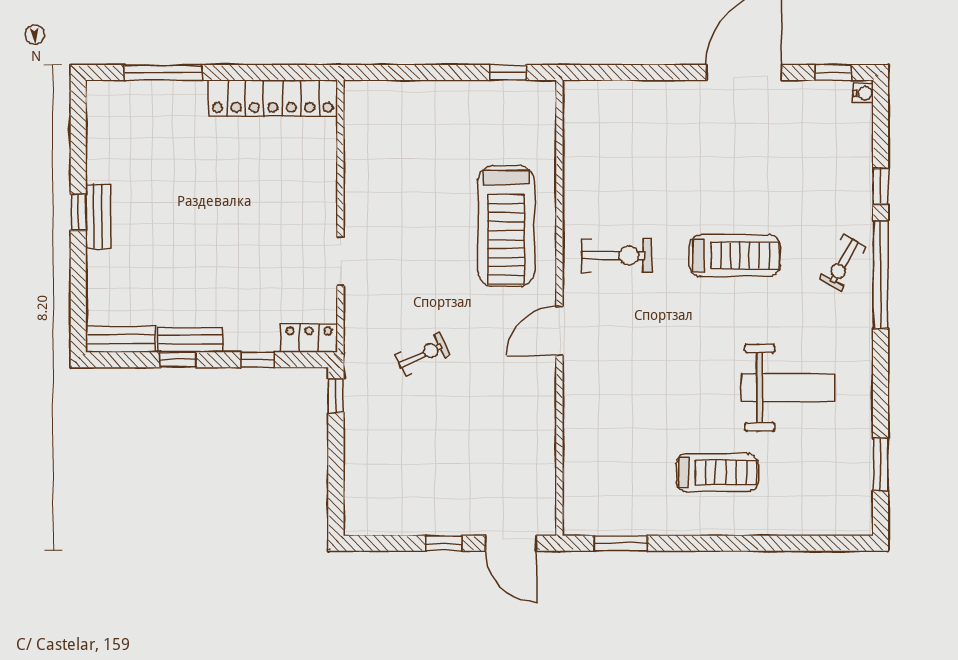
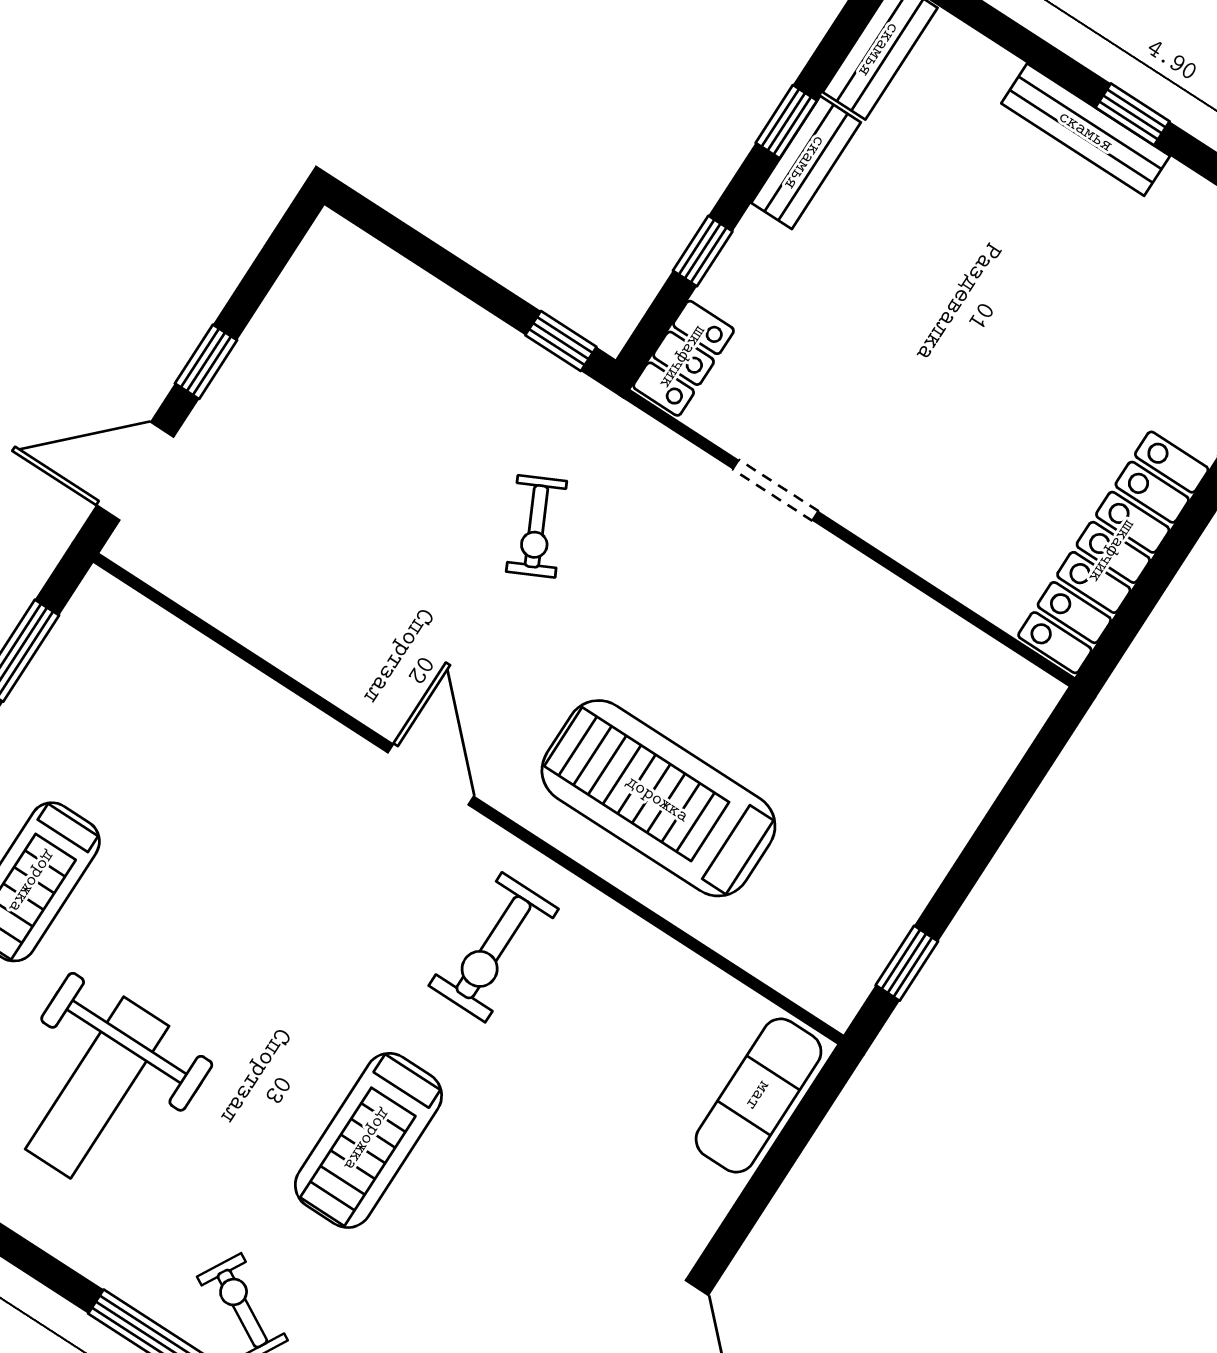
exercise mat: (606, 100) -> (759, 1096), added
bench: (98, 217) -> (1086, 130), width x1.36

